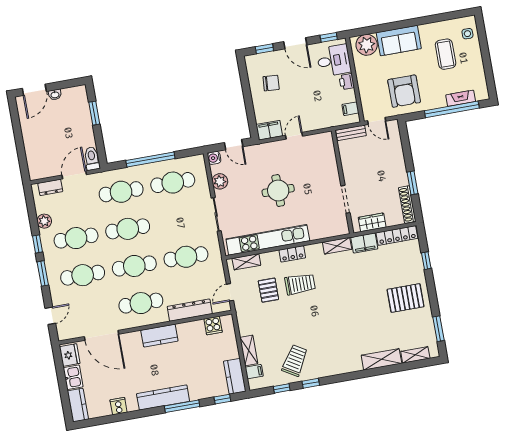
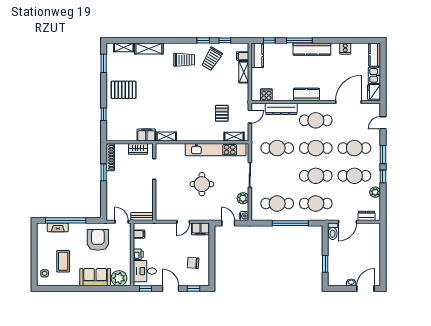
locker: (397, 236) -> (122, 136), removed
locker: (292, 254) -> (200, 136), removed
trolley: (300, 284) -> (184, 60), moved, turned 180
door: (102, 335) -> (348, 102), hinge flipped

